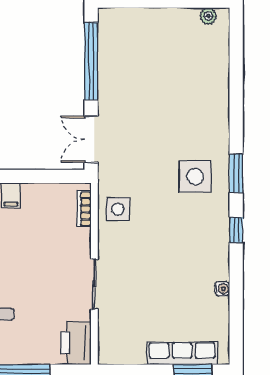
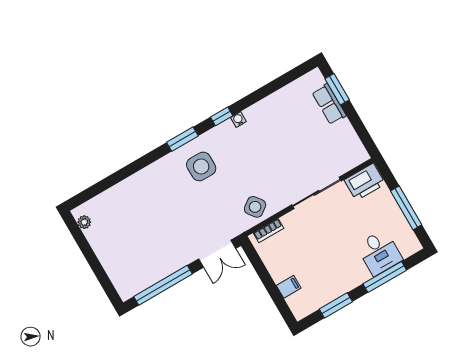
side table: (118, 209) -> (255, 207), turned -37
sliding door: (94, 284) -> (317, 193), width x1.37
water cooler: (222, 289) -> (238, 119), moved
row of seats: (182, 353) -> (329, 104), width x0.68

